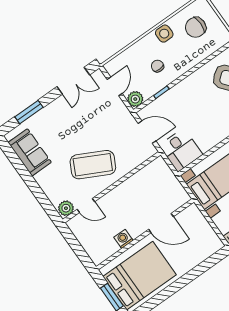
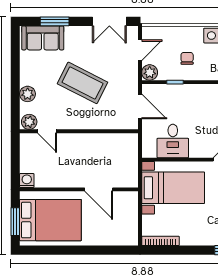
desk: (181, 150) -> (173, 141), moved
sofa: (30, 152) -> (43, 38), moved, turned 90
coffee table: (93, 165) -> (82, 83), moved
plant: (49, 187) -> (28, 94), added
washing machine: (123, 239) -> (27, 181), moved

